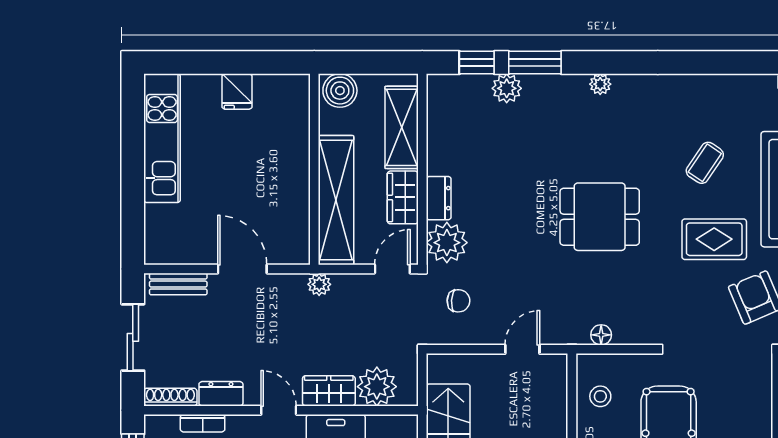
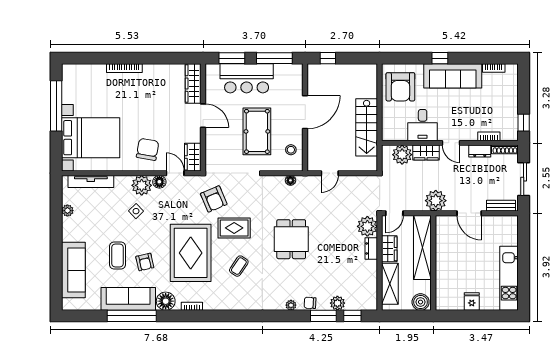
dining table: (600, 217) -> (291, 239), turned 90
plant: (319, 284) -> (436, 201), width x1.87, depth x1.87
chair: (458, 301) -> (310, 303), moved

